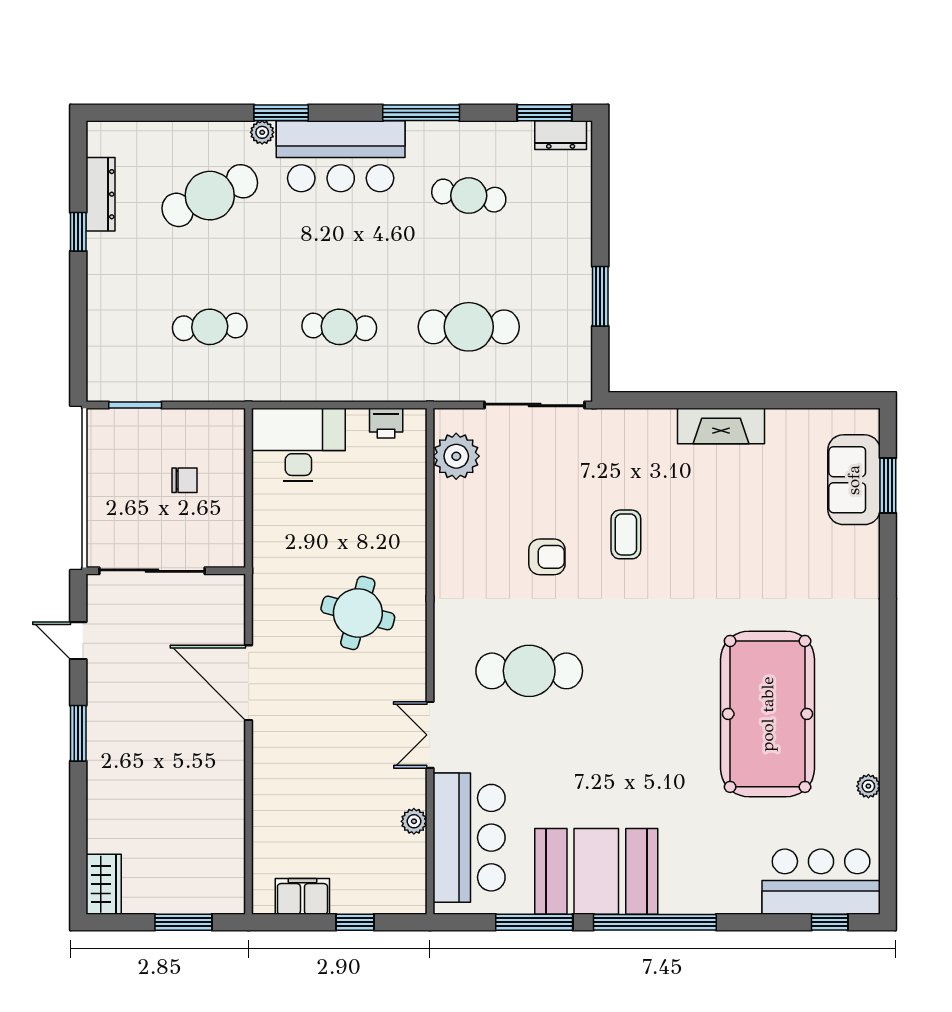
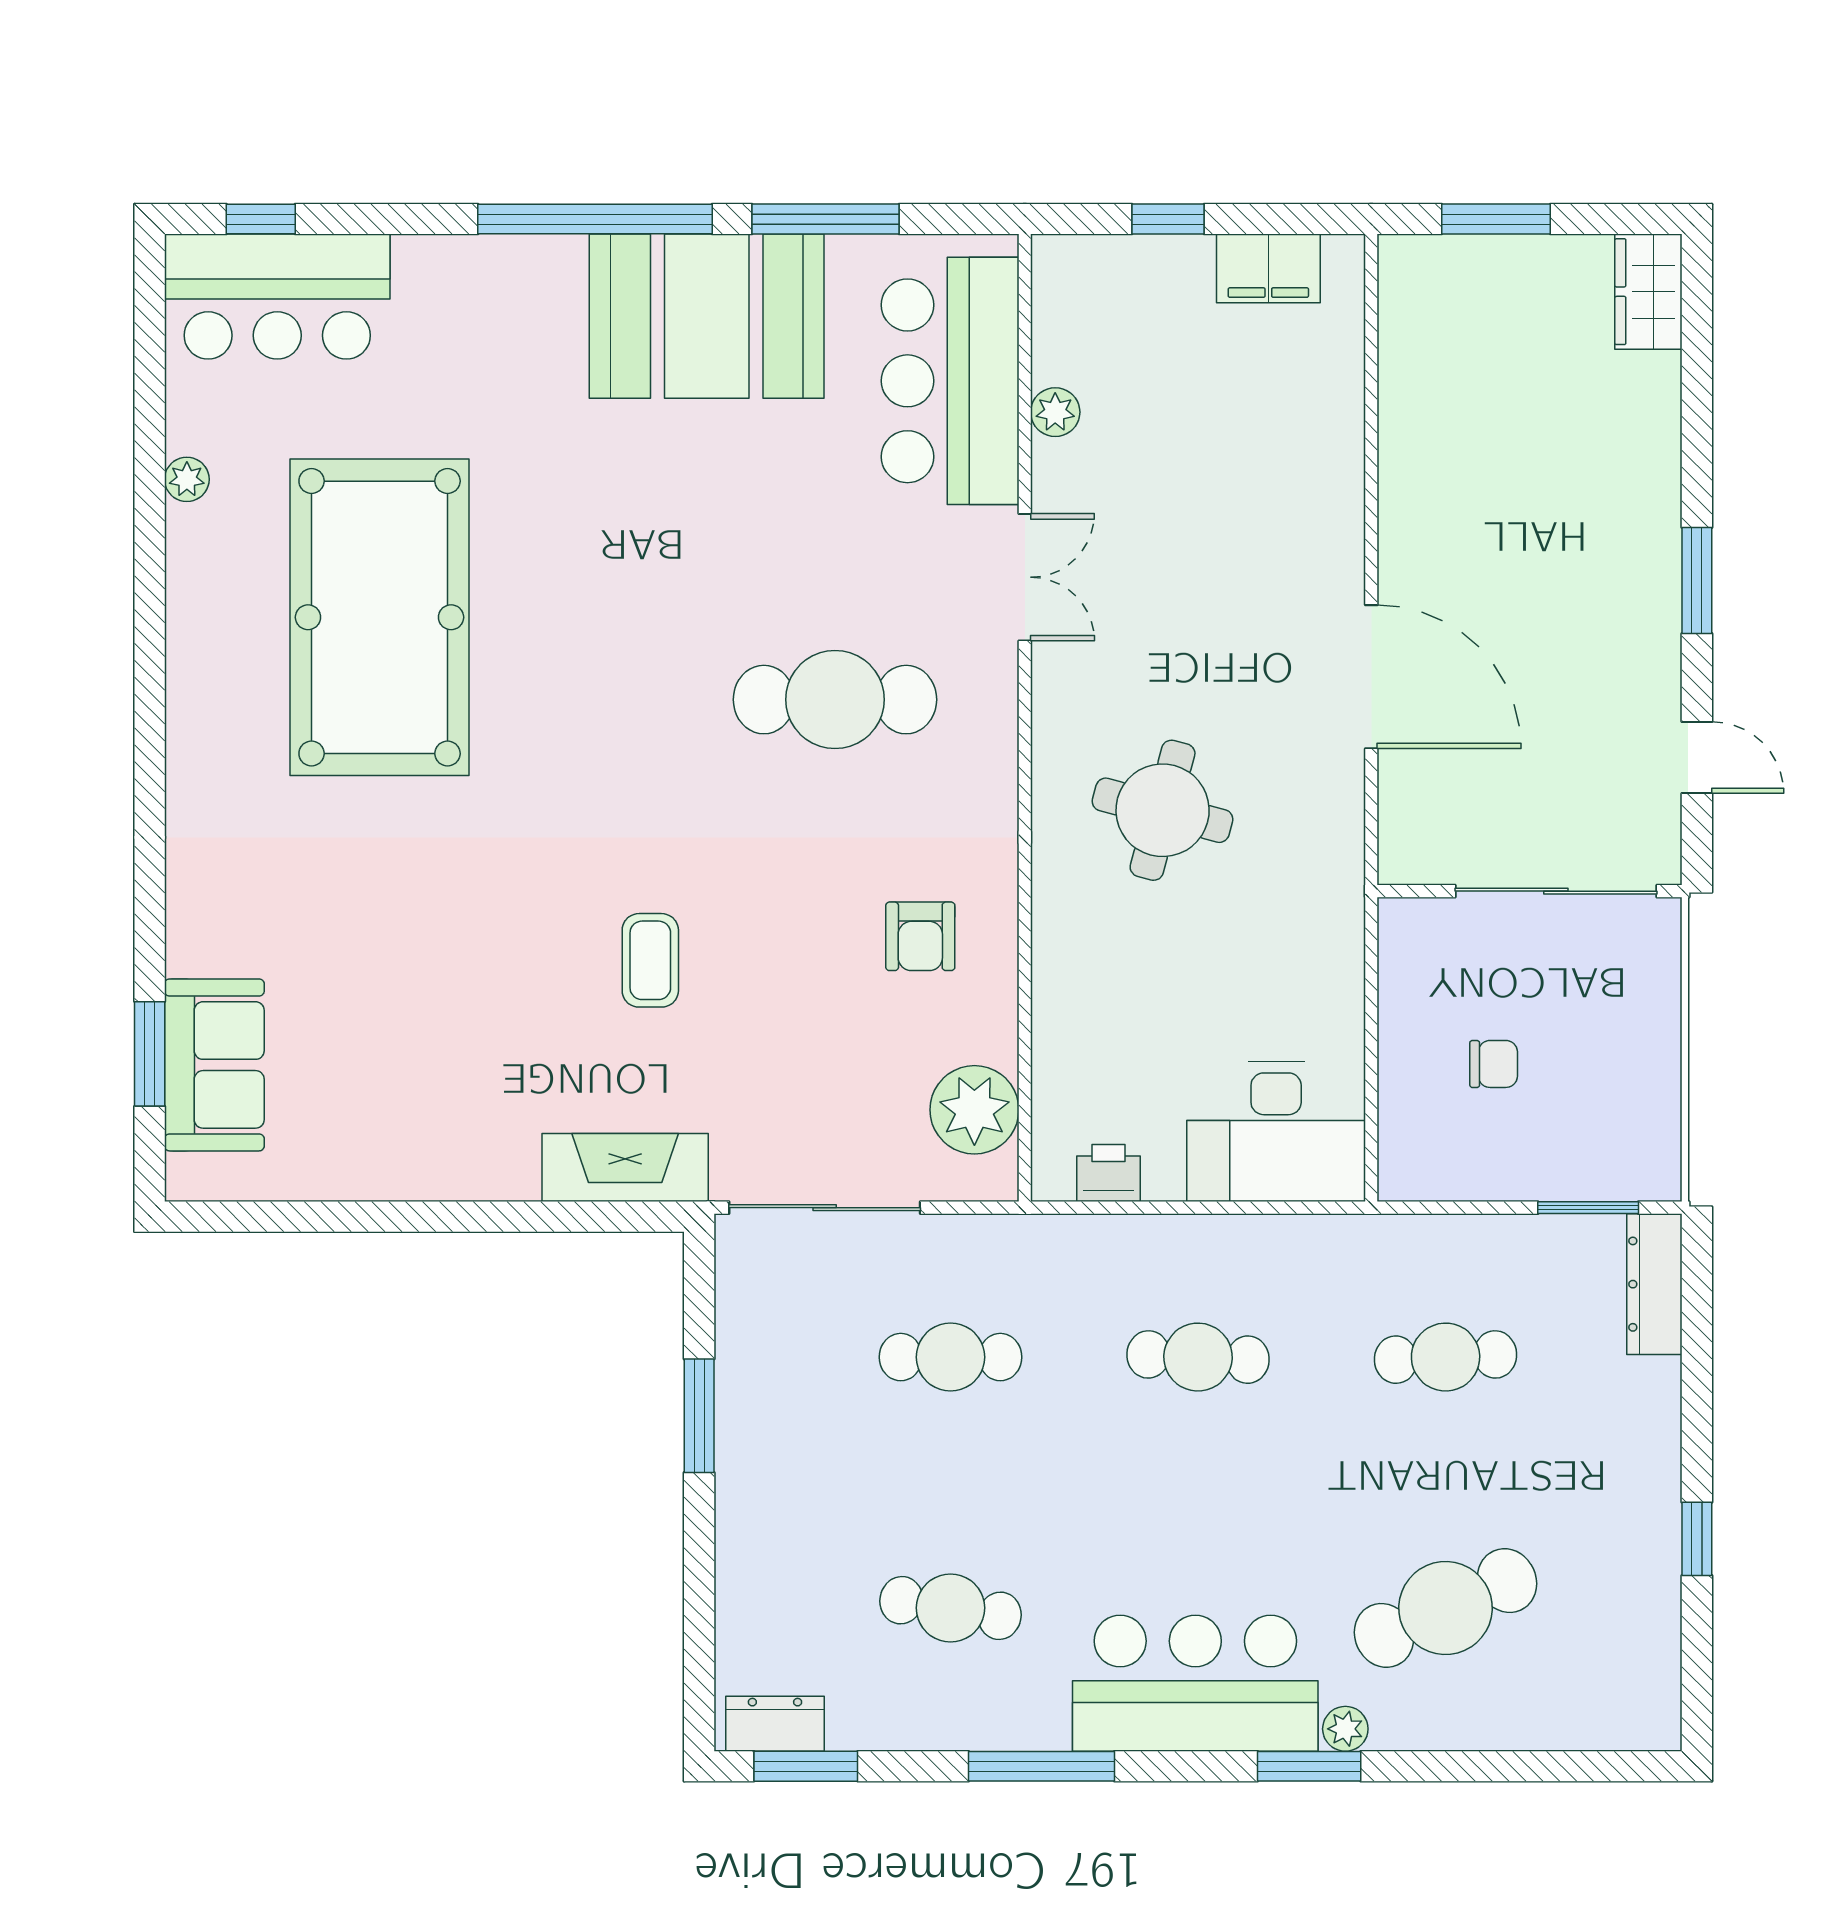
dresser: (100, 194) -> (1654, 1284), moved
cafe table: (469, 327) -> (950, 1357), width x0.73, depth x0.74
fireplace: (721, 426) -> (625, 1168), moved
chair: (185, 480) -> (1494, 1064), turned 180
armchair: (547, 557) -> (920, 936), moved, turned -90

